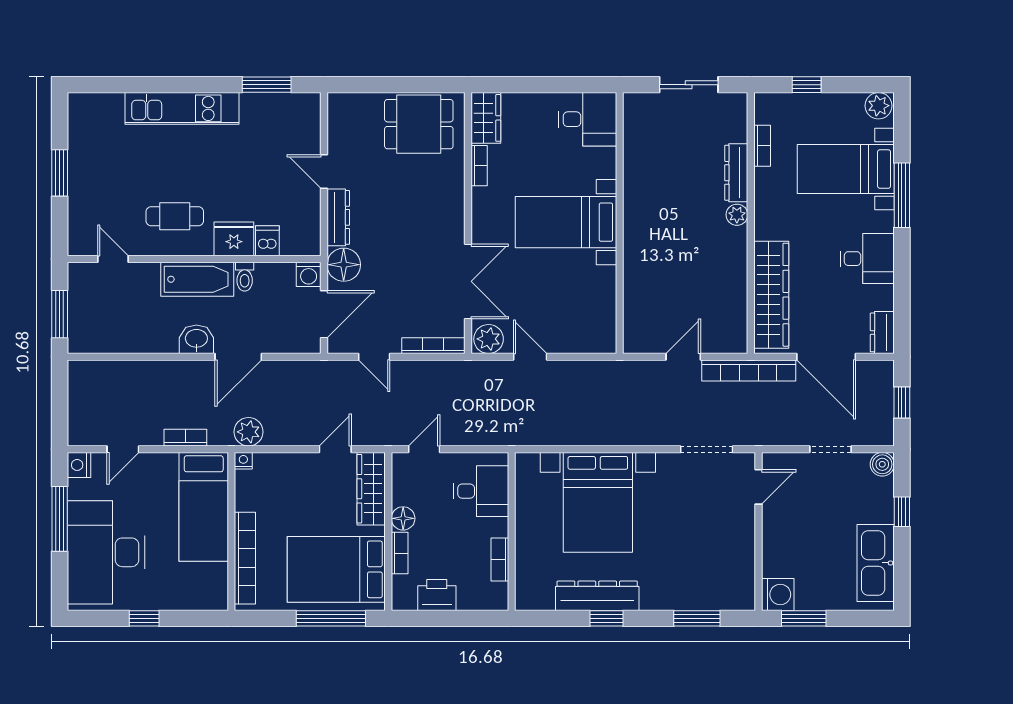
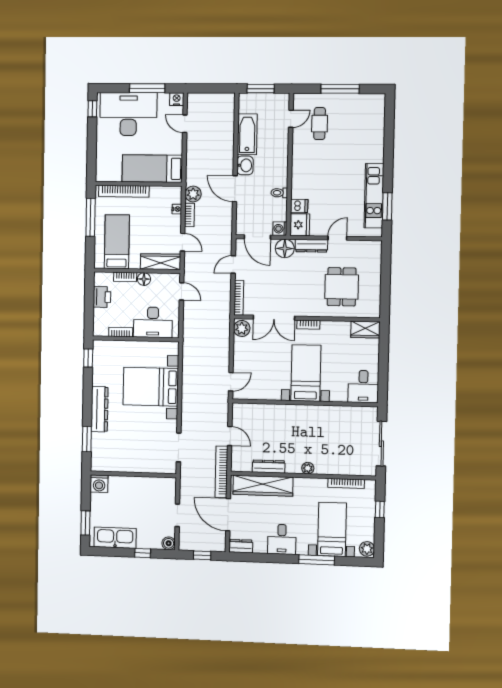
sliding door: (689, 85) -> (381, 444), width x1.37
kitchen unit: (182, 108) -> (374, 196), moved
dining table: (419, 124) -> (342, 287), moved
bookcase: (762, 146) -> (346, 483), width x1.56
bookcase: (479, 166) -> (308, 325), moved
window: (60, 173) -> (340, 89), width x1.44
dresser: (736, 173) -> (269, 467), moved
cafe table: (175, 216) -> (320, 124), moved
fridge: (234, 239) -> (300, 225), moved
bathtub: (197, 279) -> (247, 134), moved, turned 180
door: (530, 357) -> (231, 382), moved
door: (826, 357) -> (228, 515), hinge flipped
bookcase: (185, 438) -> (189, 215), moved
nightstand: (243, 461) -> (177, 209), moved
door: (758, 487) -> (158, 475), removed
desk: (481, 491) -> (153, 322), width x1.37
bed: (336, 569) -> (117, 242), width x0.67
dresser: (597, 596) -> (100, 409), moved
window: (144, 618) -> (92, 109), moved
window: (331, 618) -> (91, 217), moved
window: (607, 618) -> (88, 358), moved
window: (804, 618) -> (85, 523), moved

